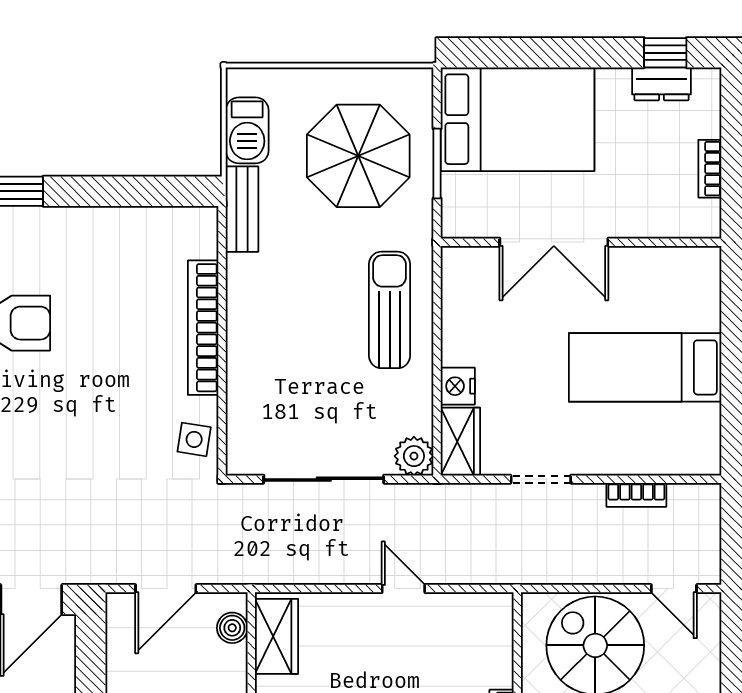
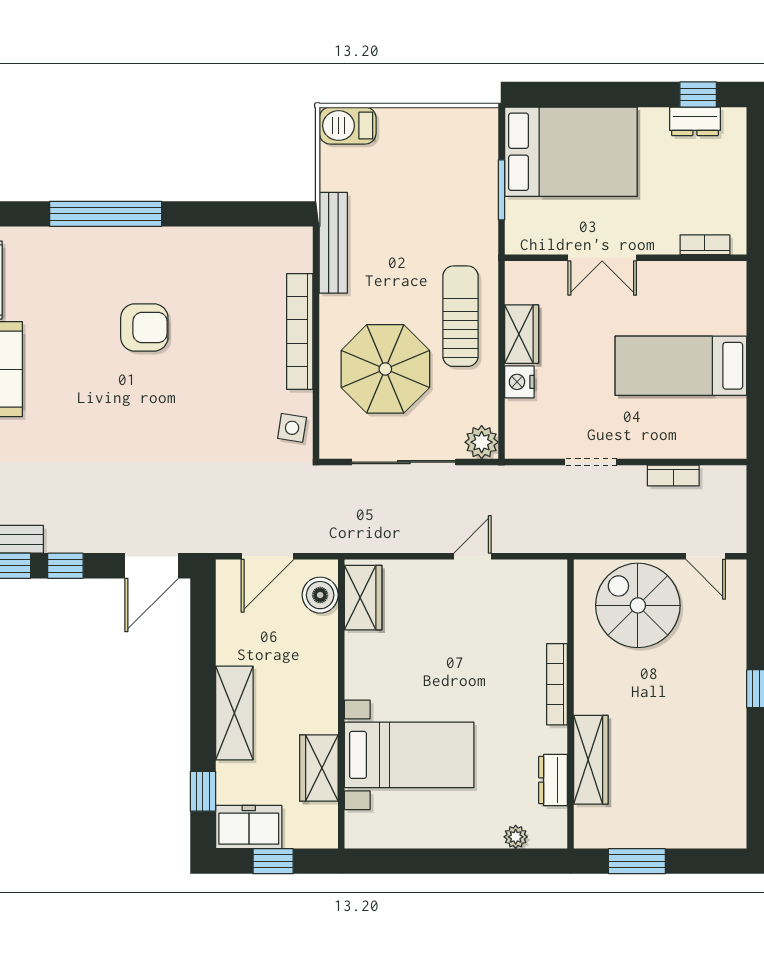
barbecue: (247, 130) -> (348, 126), moved, turned 90
parasol: (358, 156) -> (385, 369), moved
bookcase: (710, 169) -> (705, 245), moved, turned 90
bench: (242, 209) -> (333, 243), width x1.36
double door: (554, 242) -> (602, 258), width x0.73
wardrobe: (460, 442) -> (522, 334), moved
door: (403, 589) -> (472, 556), hinge flipped
boiler: (232, 628) -> (320, 595), width x1.36, depth x1.36

